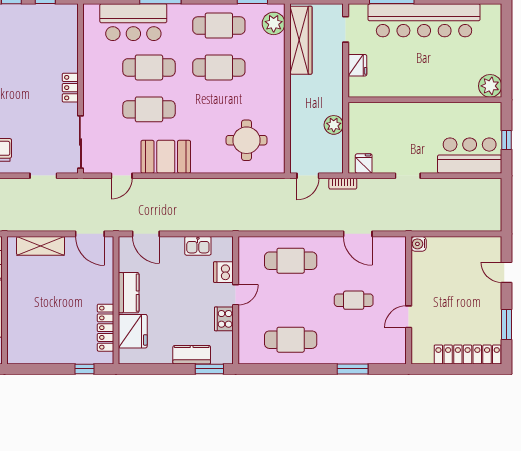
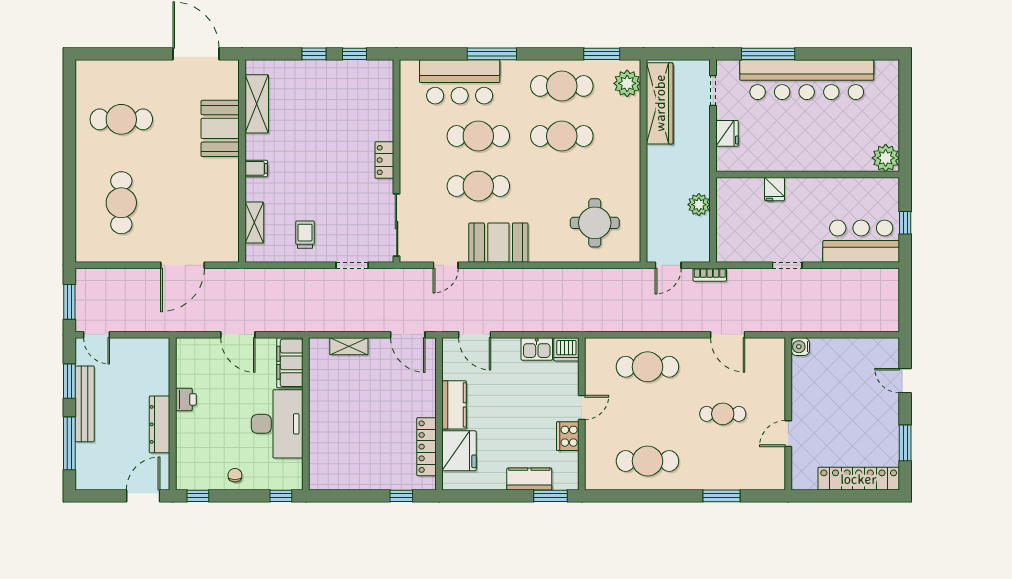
fridge: (364, 163) -> (774, 189), moved, turned 180
shelving: (41, 246) -> (349, 346), width x0.67, depth x0.75
dishwasher: (223, 272) -> (566, 349), moved, turned -90

